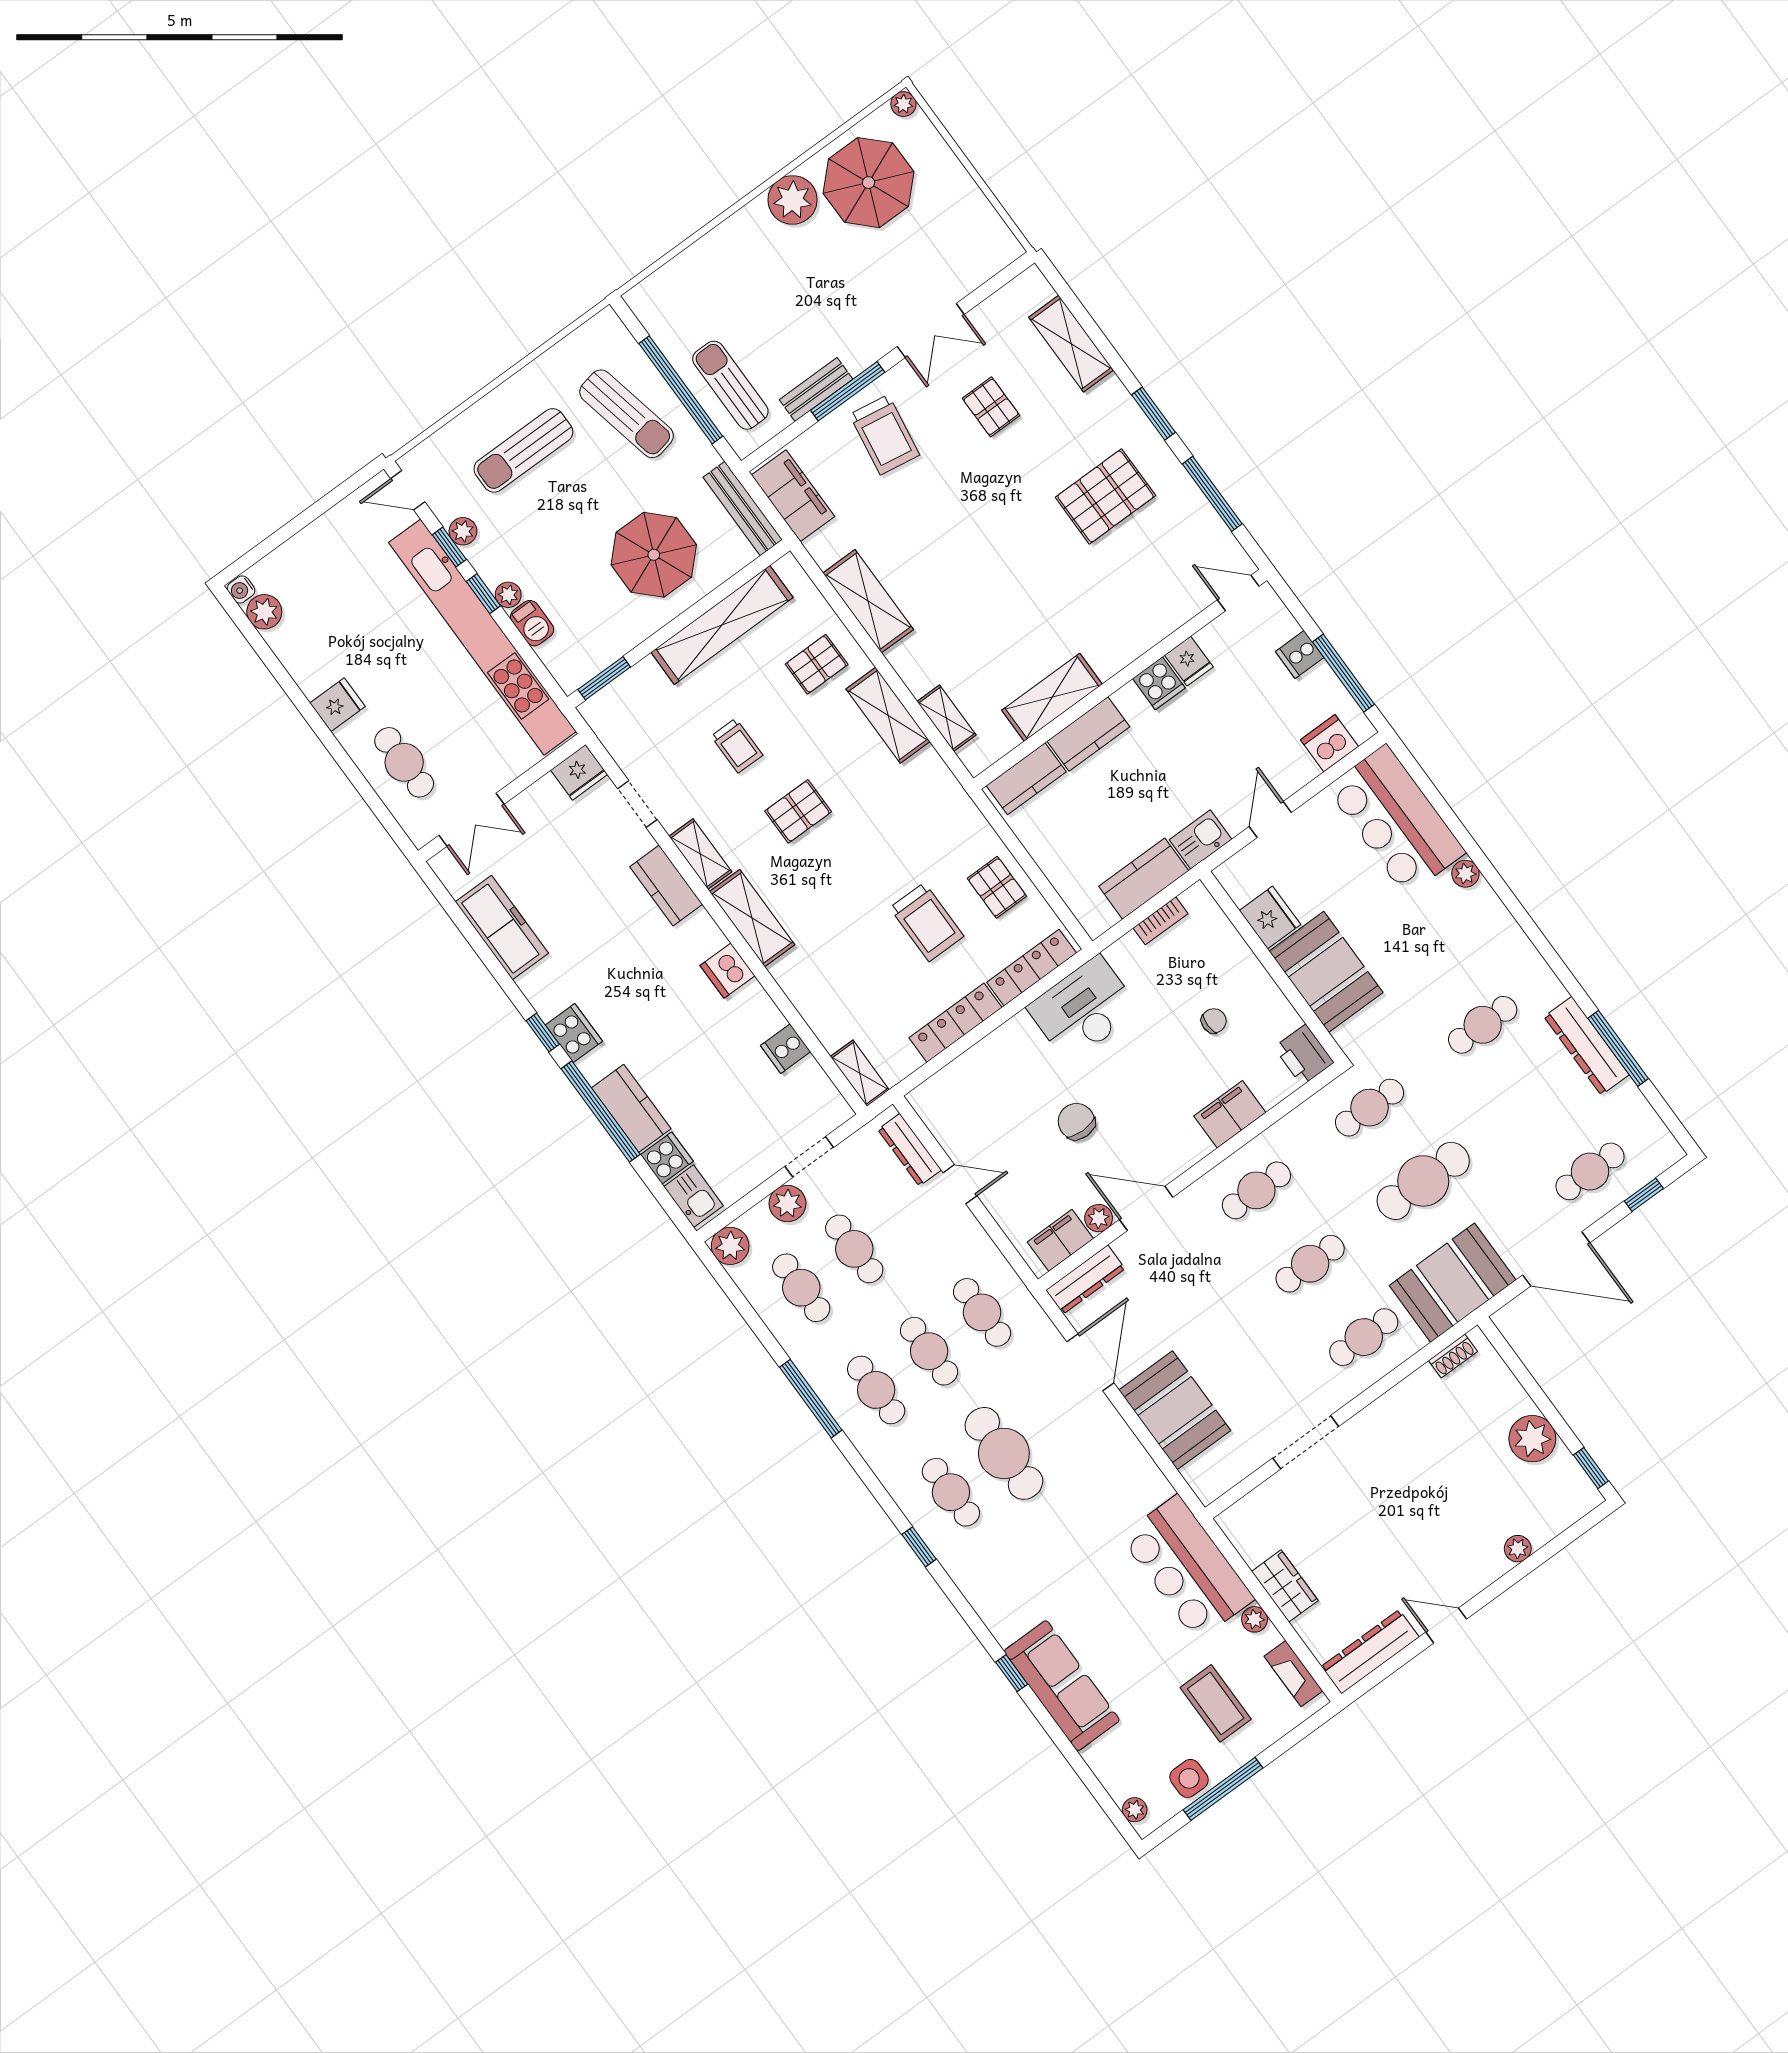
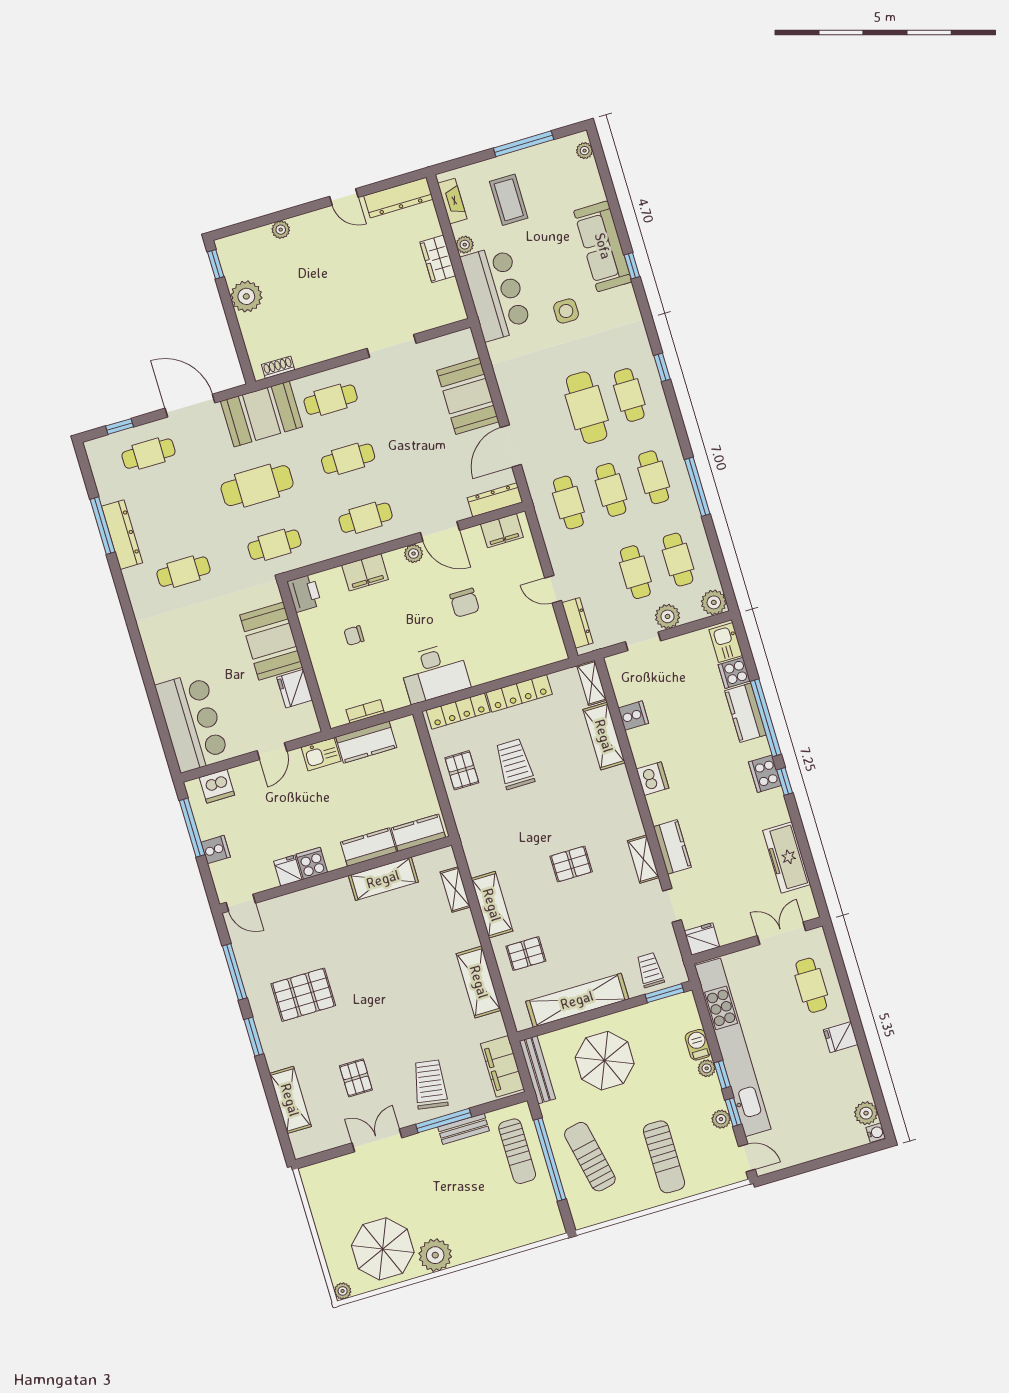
sun lounger: (523, 450) -> (664, 1157), turned 90
trolley: (737, 746) -> (650, 970), moved
plant: (1465, 874) -> (160, 672), removed
shelving: (752, 918) -> (604, 736), moved
plant: (1099, 1218) -> (414, 554), moved
side table: (1189, 1778) -> (566, 311), moved

